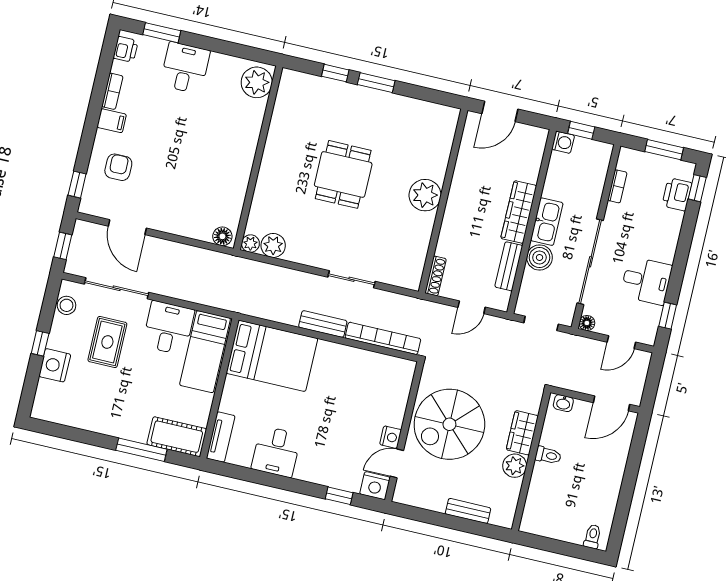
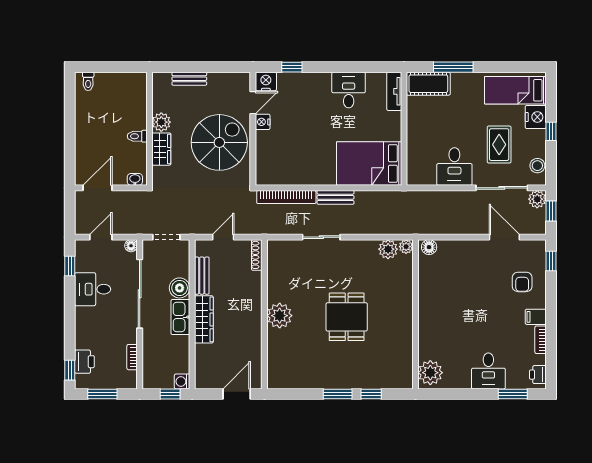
plant: (76, 264) -> (537, 199), added
bed: (205, 352) -> (515, 90), moved, turned -90

